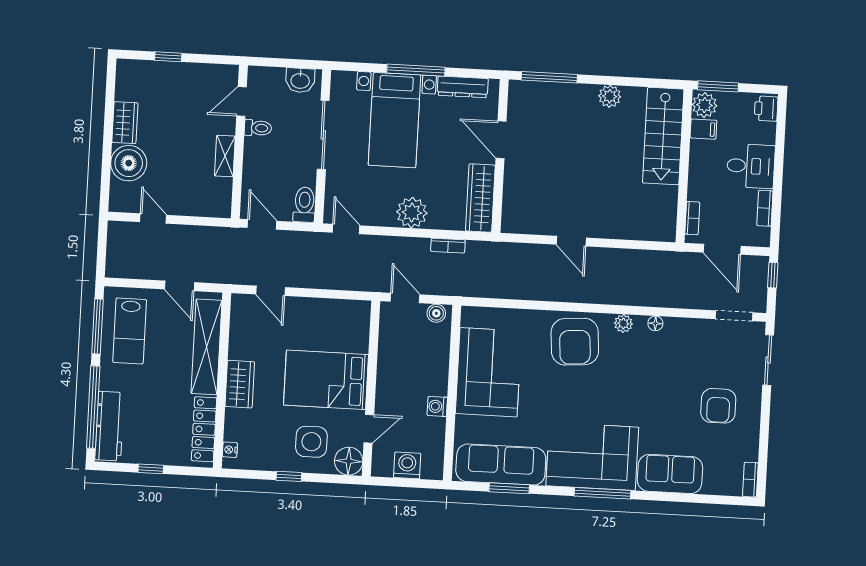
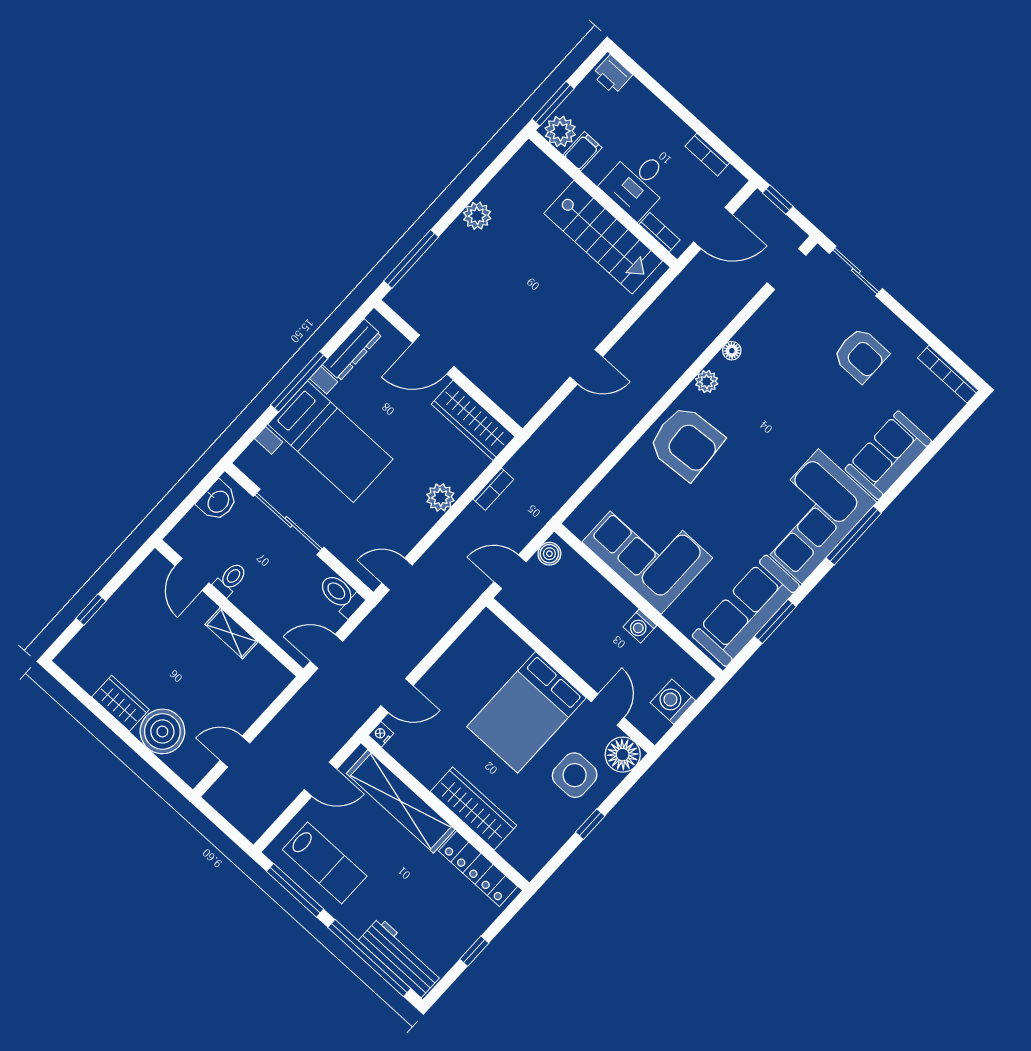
stairs: (663, 136) -> (603, 237), moved
desk: (751, 166) -> (637, 183), moved, turned 180
plant: (412, 213) -> (440, 497), width x0.73, depth x0.73
wardrobe: (240, 384) -> (473, 808), width x1.50
nightstand: (230, 450) -> (381, 734), moved, turned 90
bookcase: (750, 480) -> (948, 374), width x1.56

